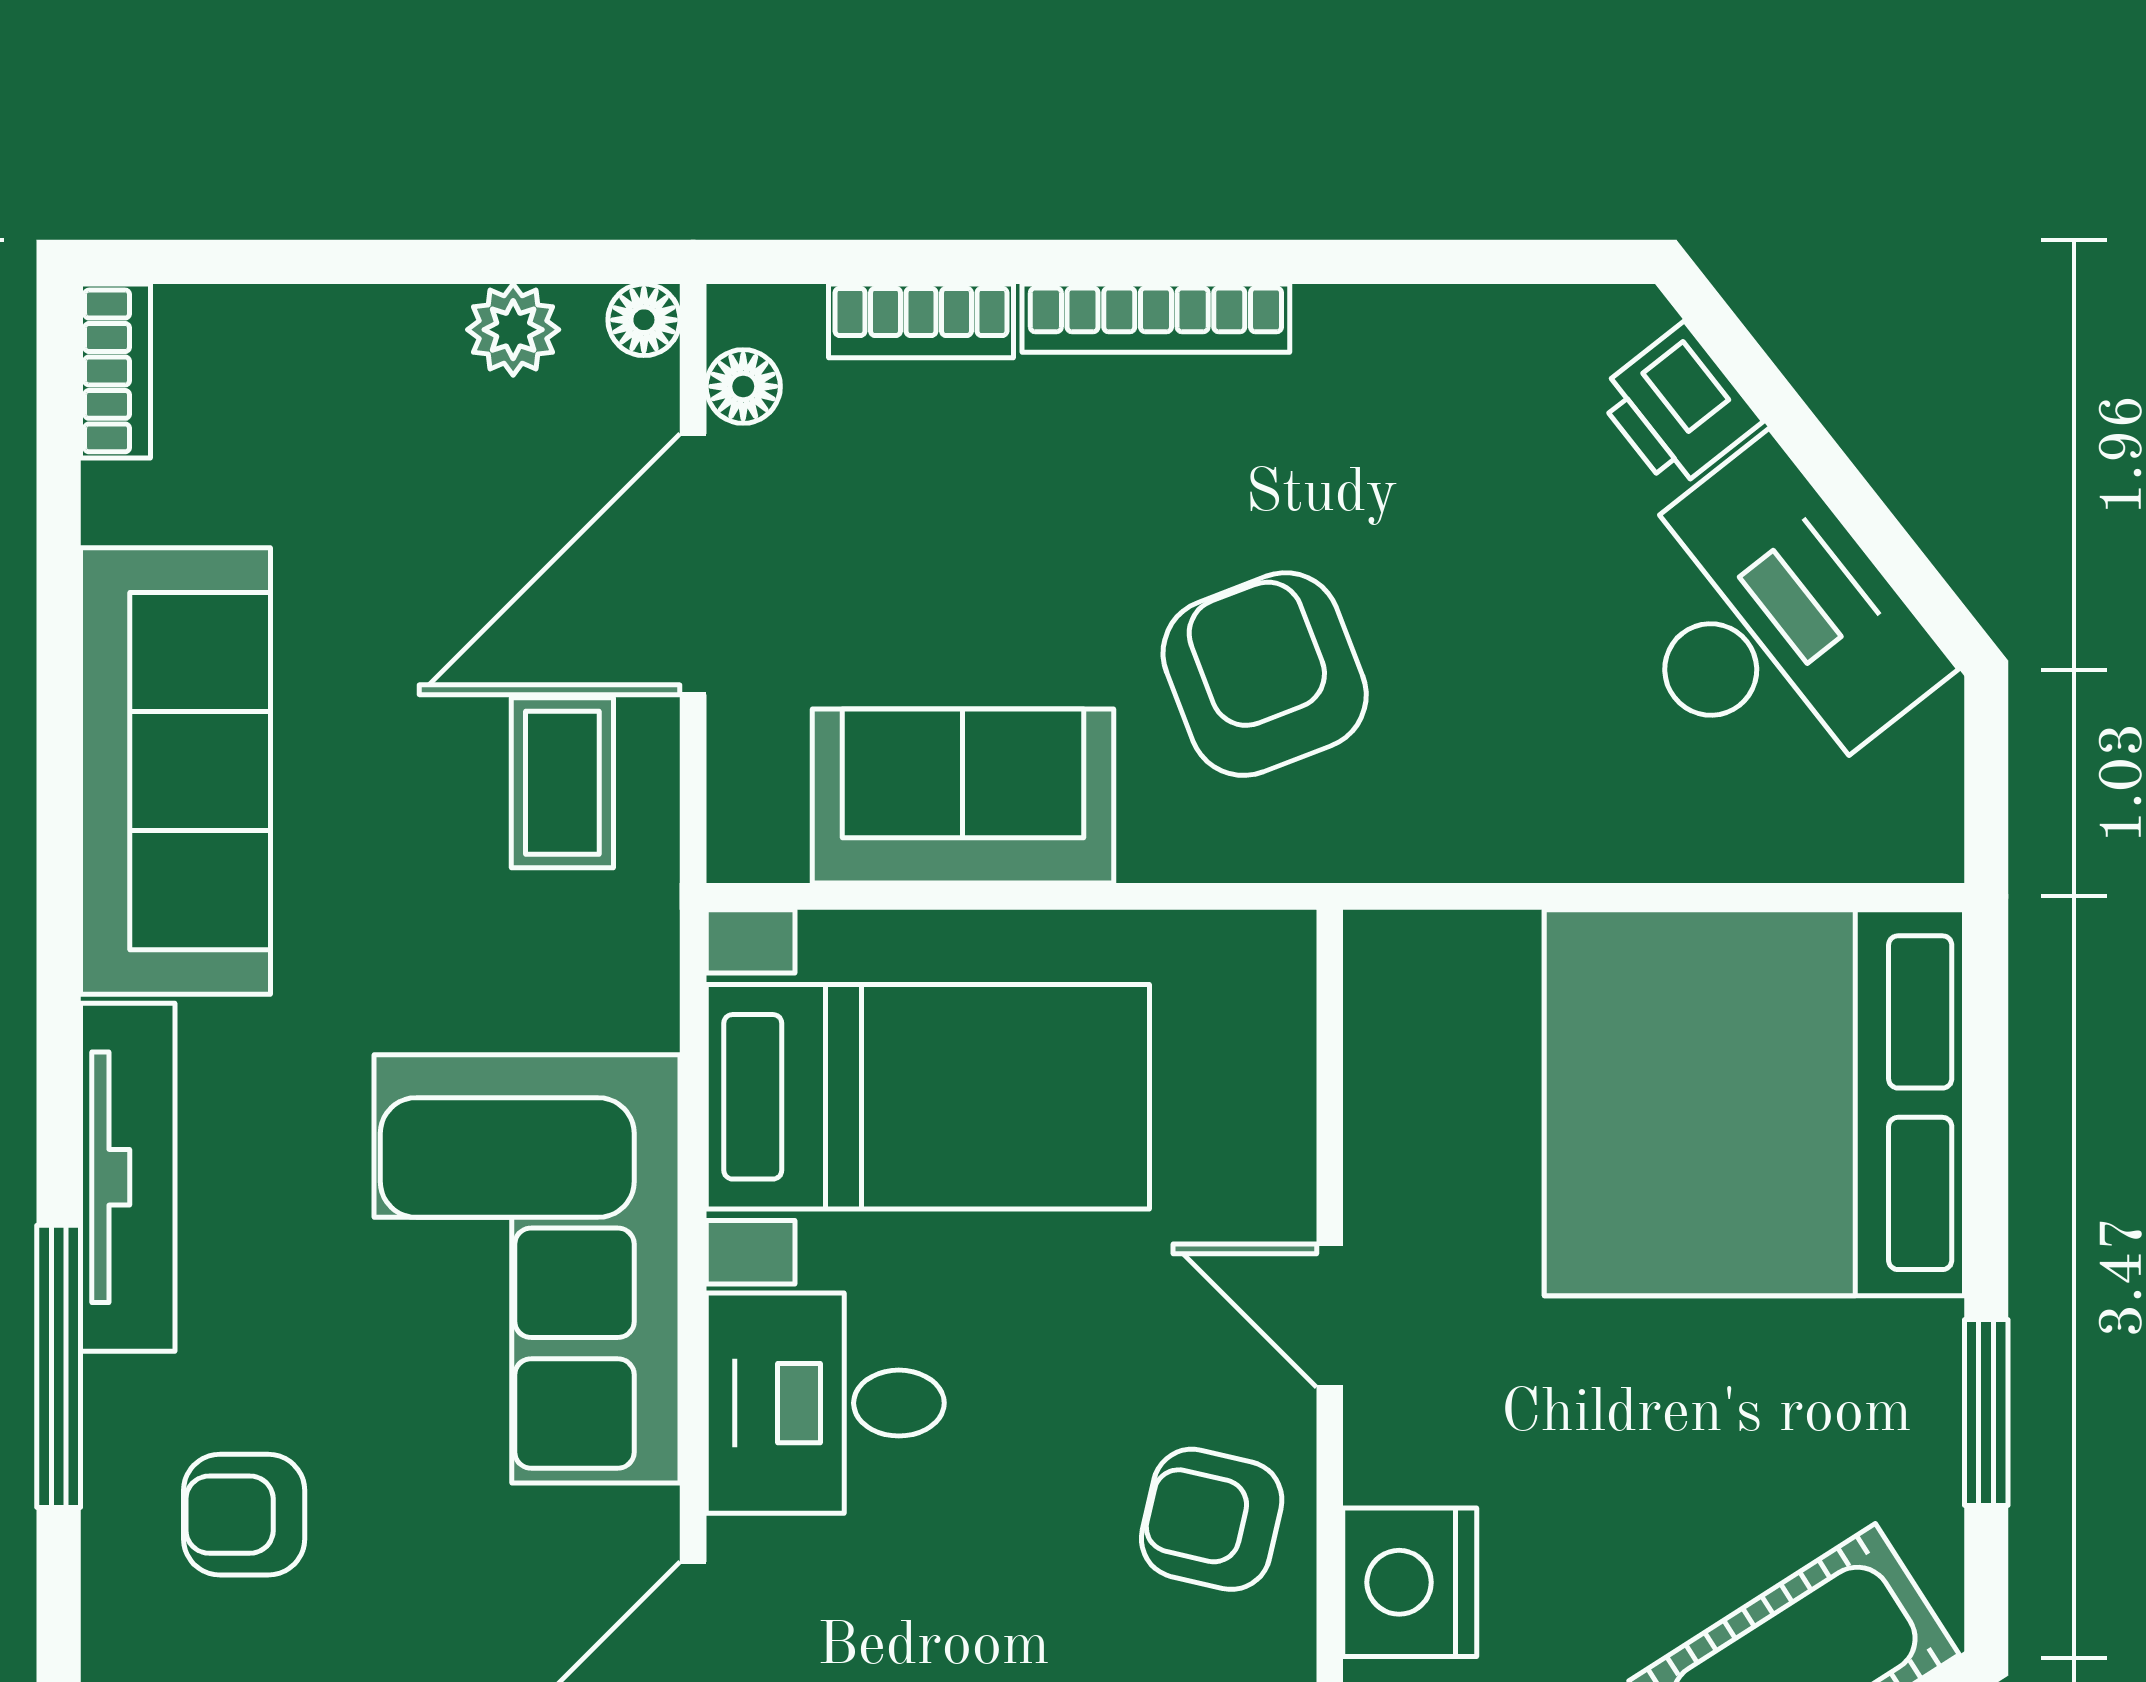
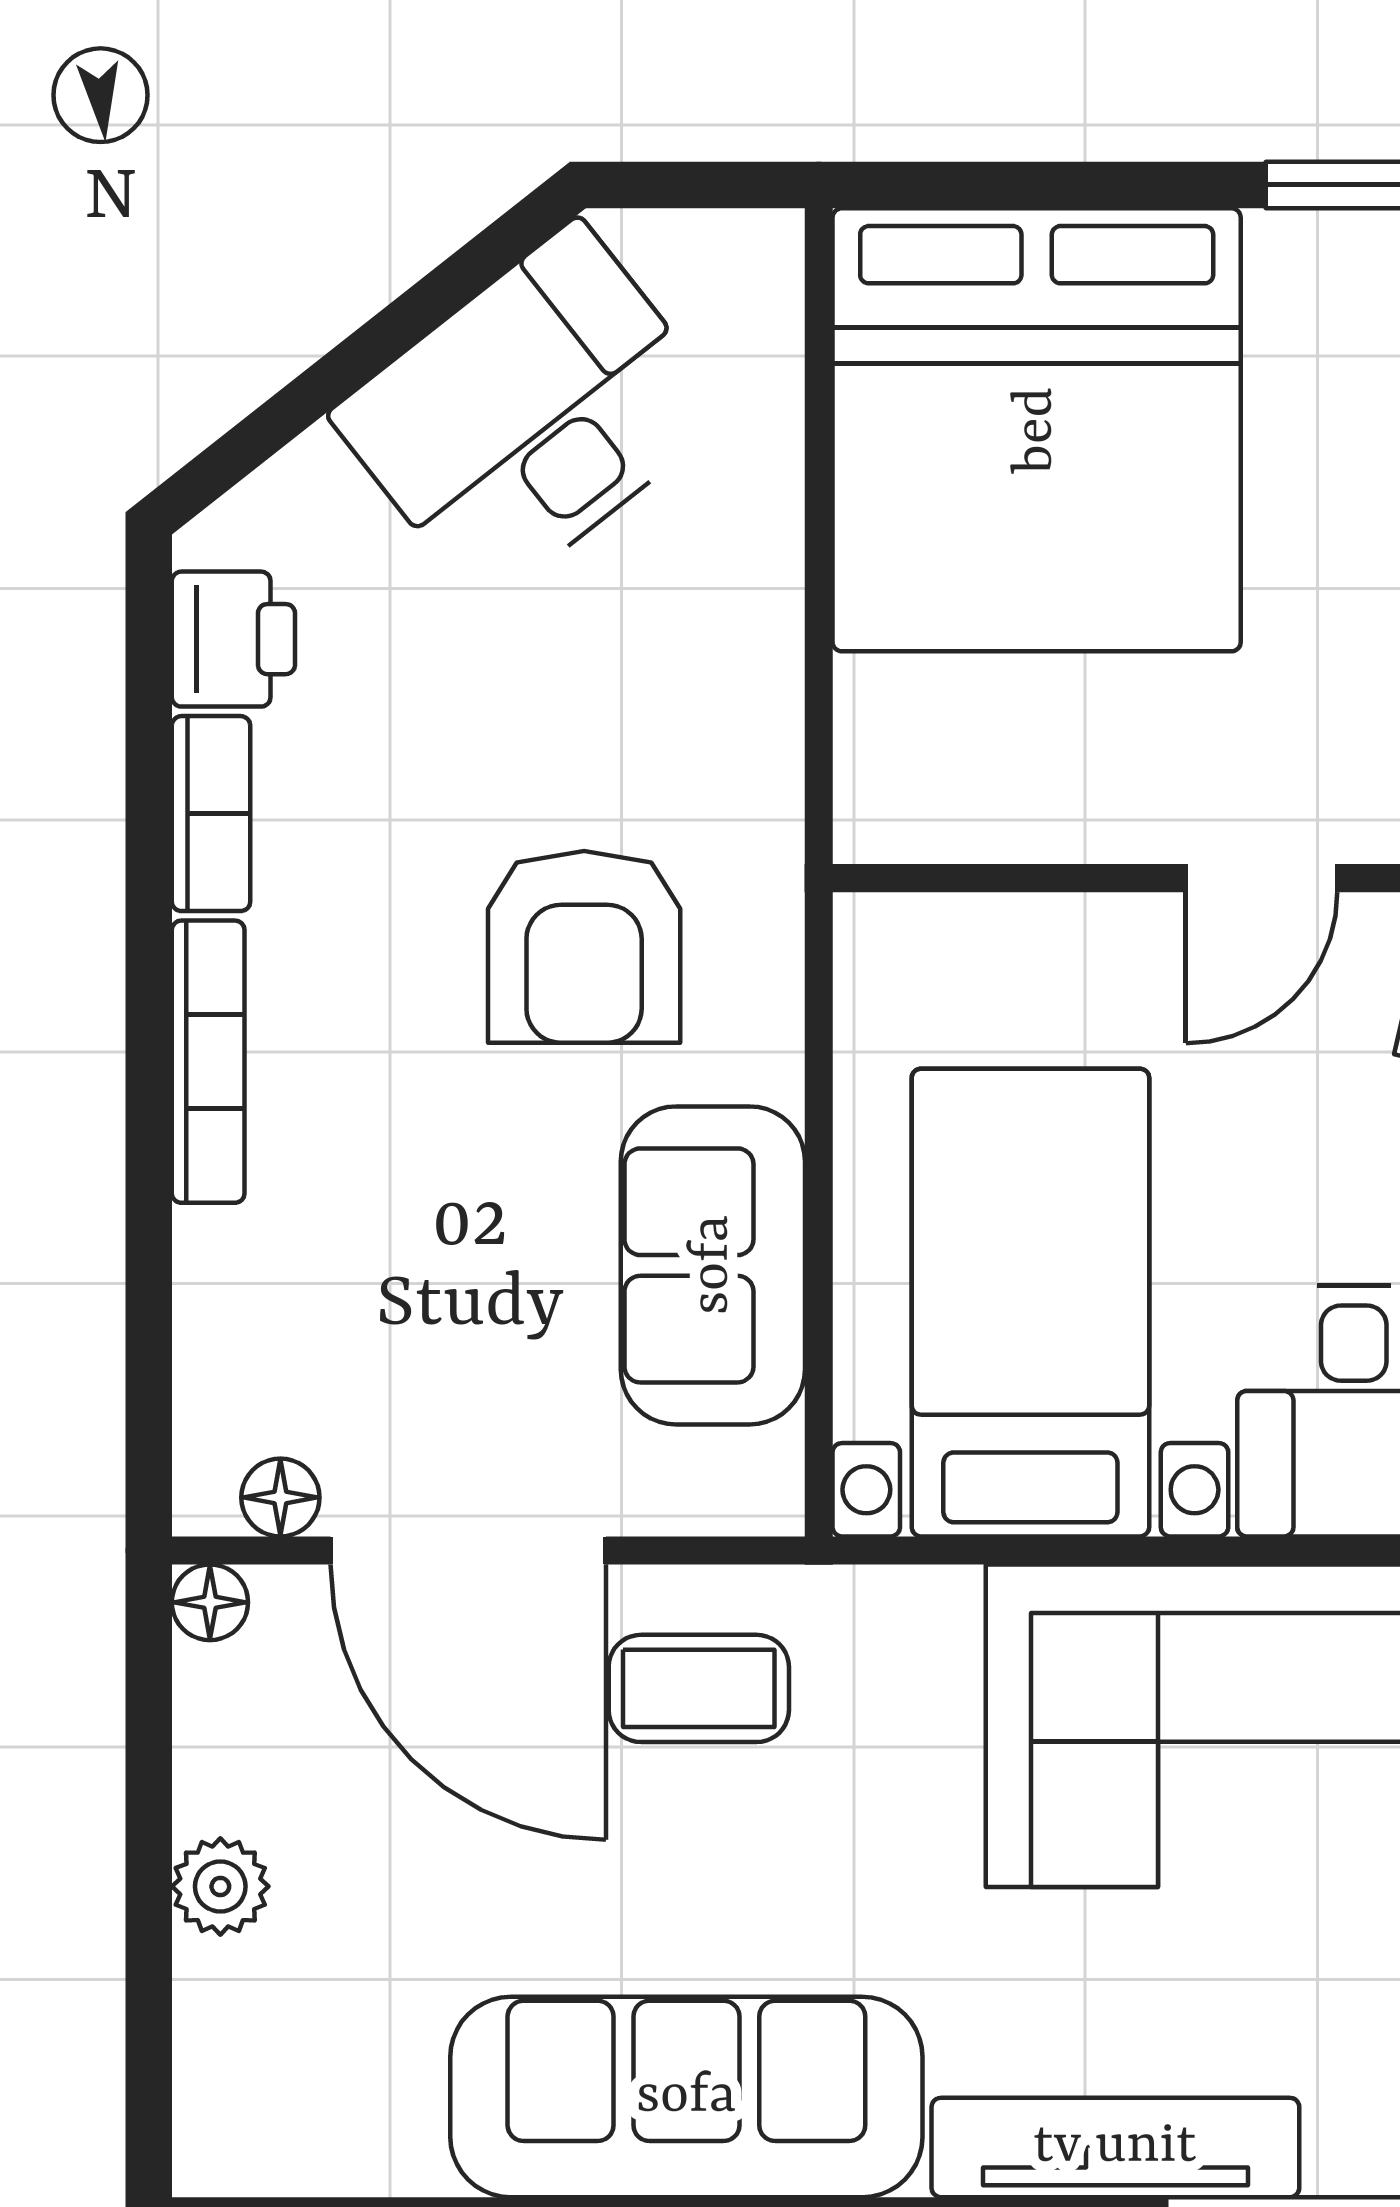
bookcase: (921, 321) -> (211, 814), moved
plant: (513, 330) -> (220, 1886), moved
bookcase: (115, 371) -> (264, 2160), removed
printer: (1678, 407) -> (233, 639), moved, turned -52
armchair: (1265, 674) -> (584, 947), turned -69

